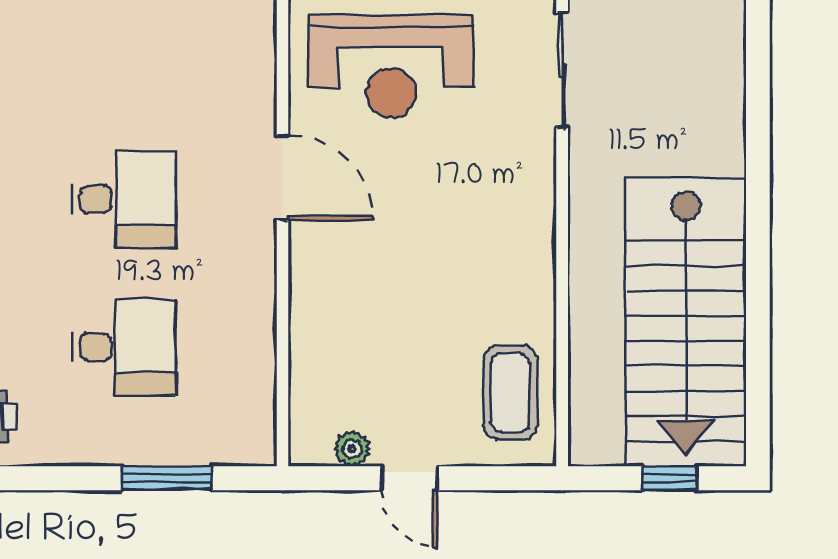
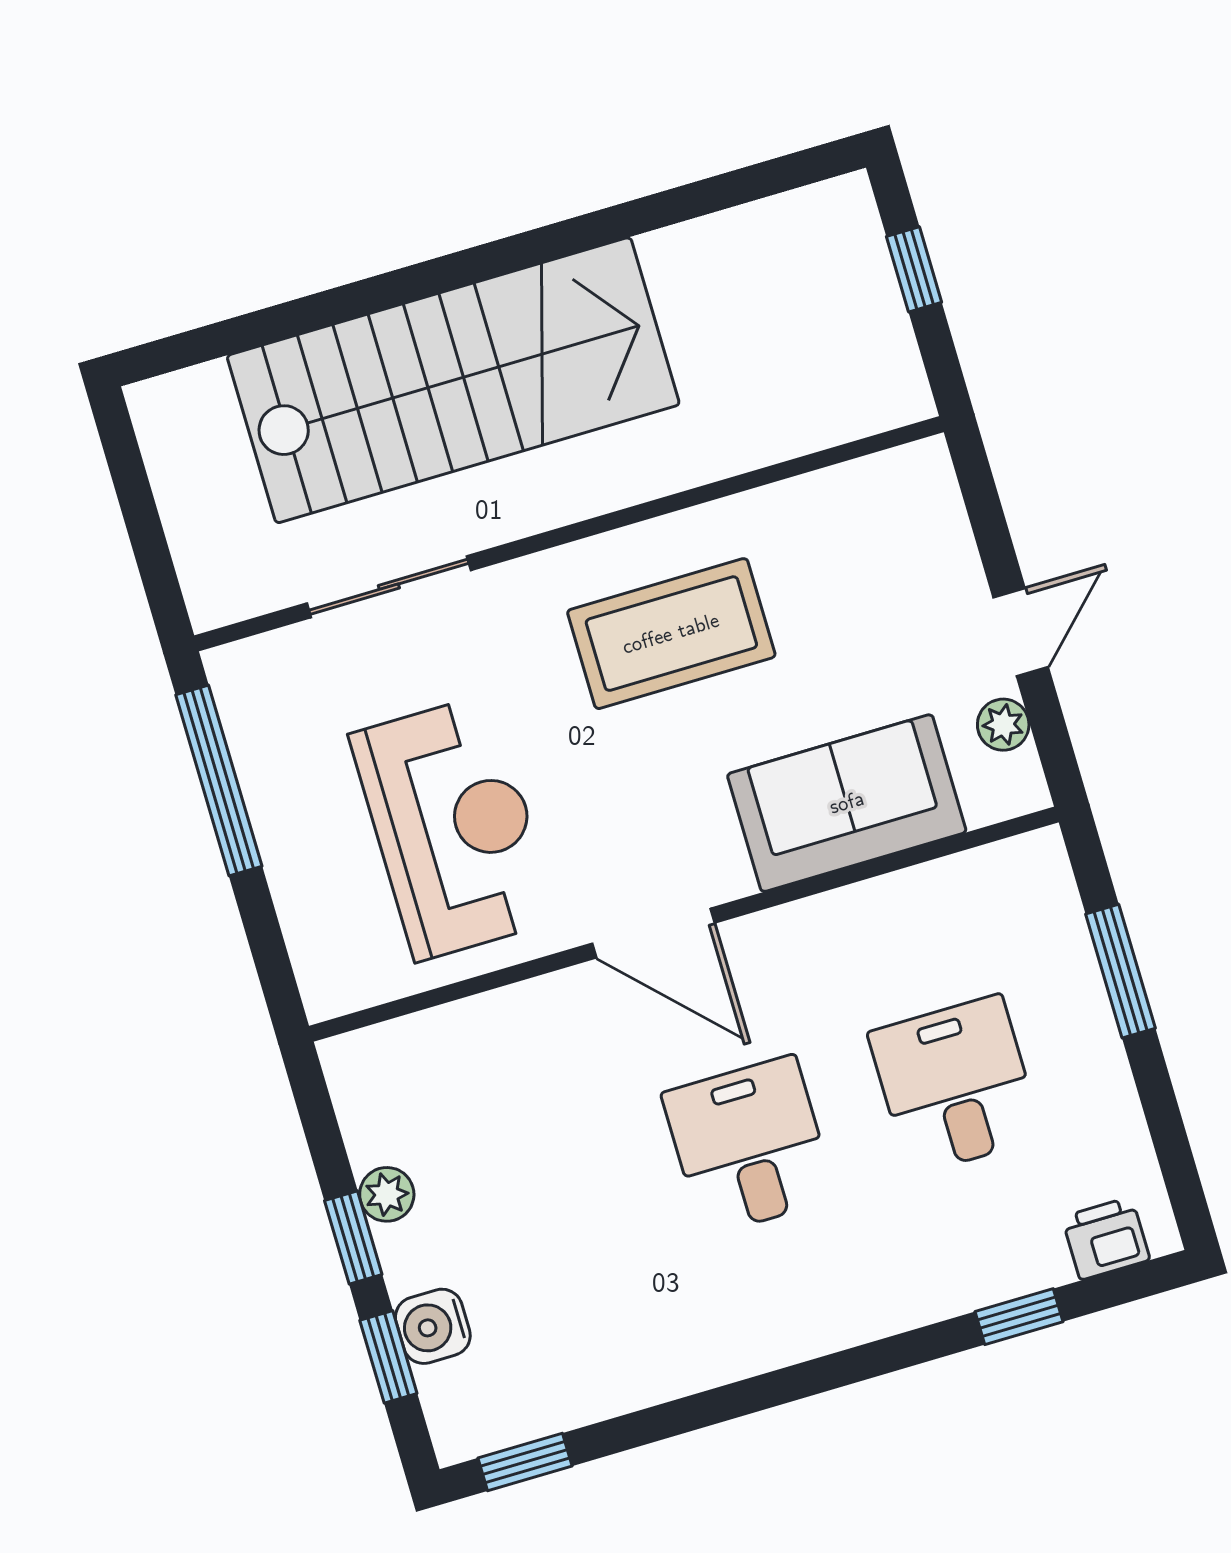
door: (282, 178) -> (653, 933), swing flipped
stairs: (686, 322) -> (453, 380), moved
sofa: (331, 330) -> (847, 803), added
coffee table: (510, 393) -> (671, 634), moved, width x1.36, depth x1.32

